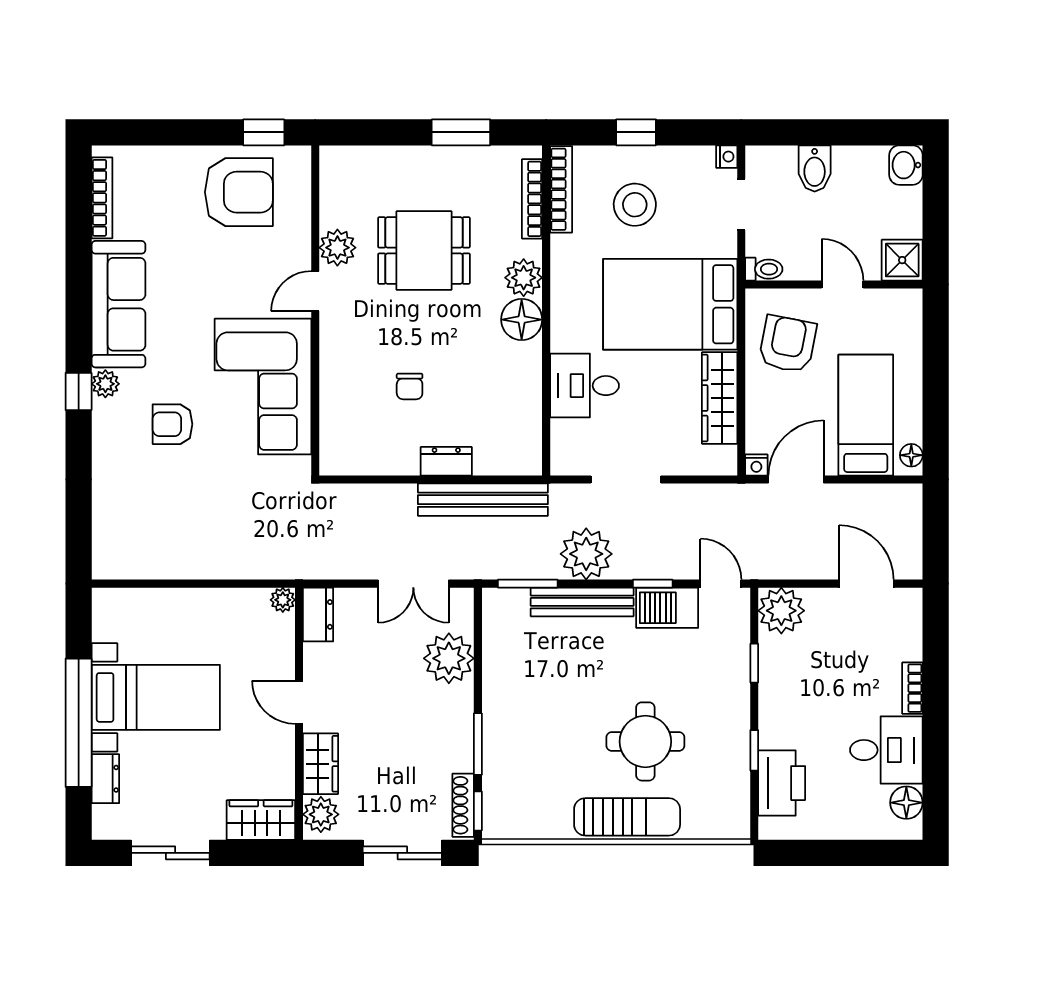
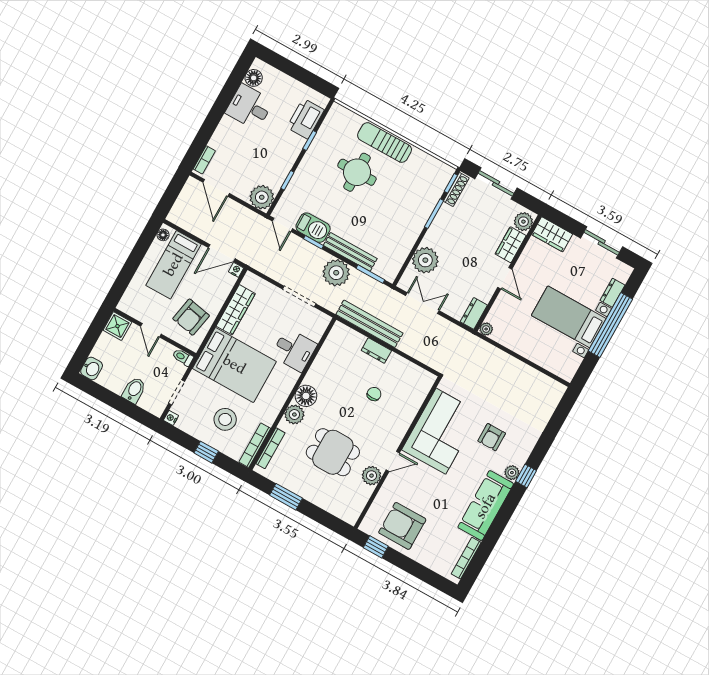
armchair: (172, 424) -> (492, 437), turned 90
bookcase: (912, 688) -> (204, 160), moved

